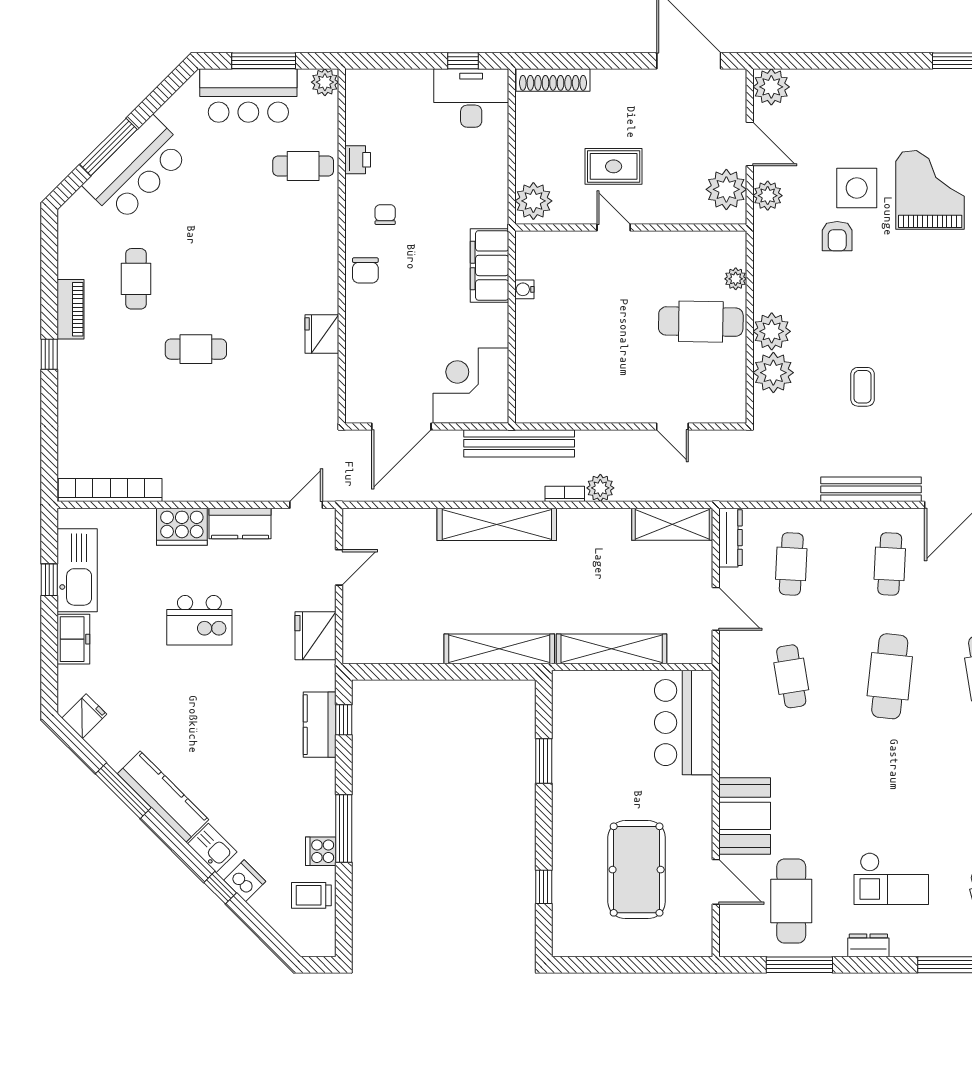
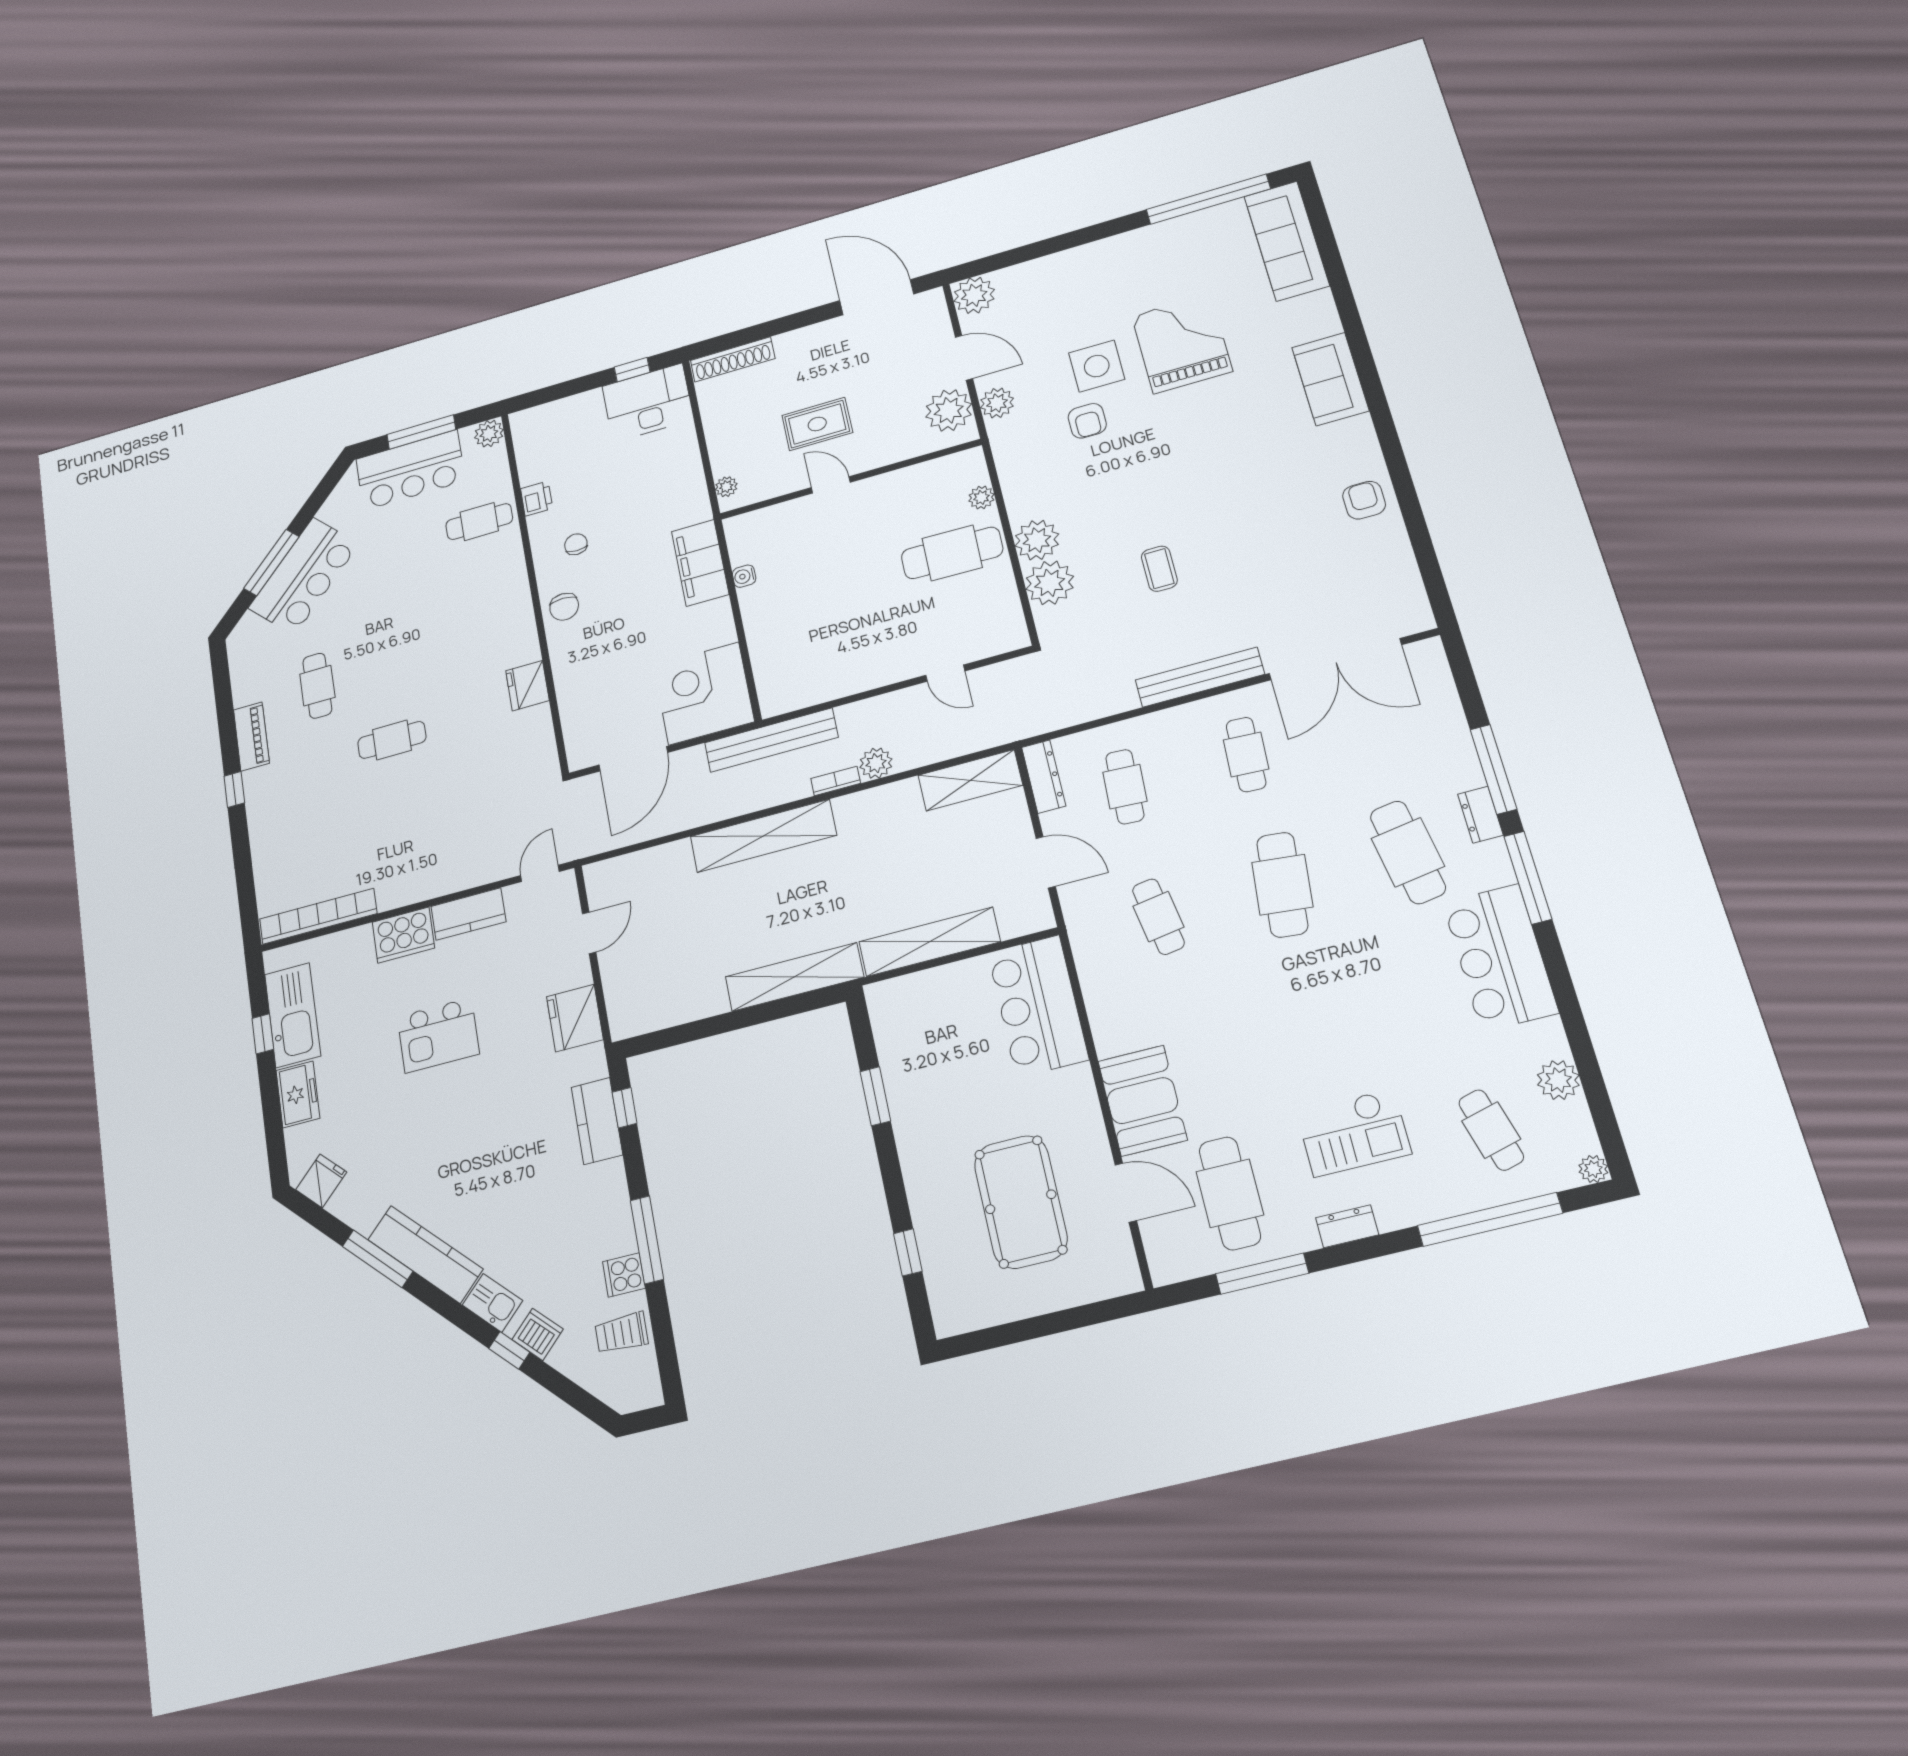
plant: (533, 201) -> (726, 487), width x0.53, depth x0.53

